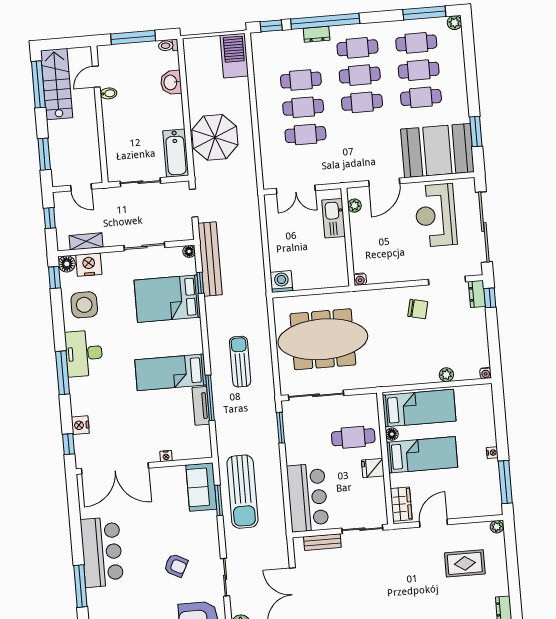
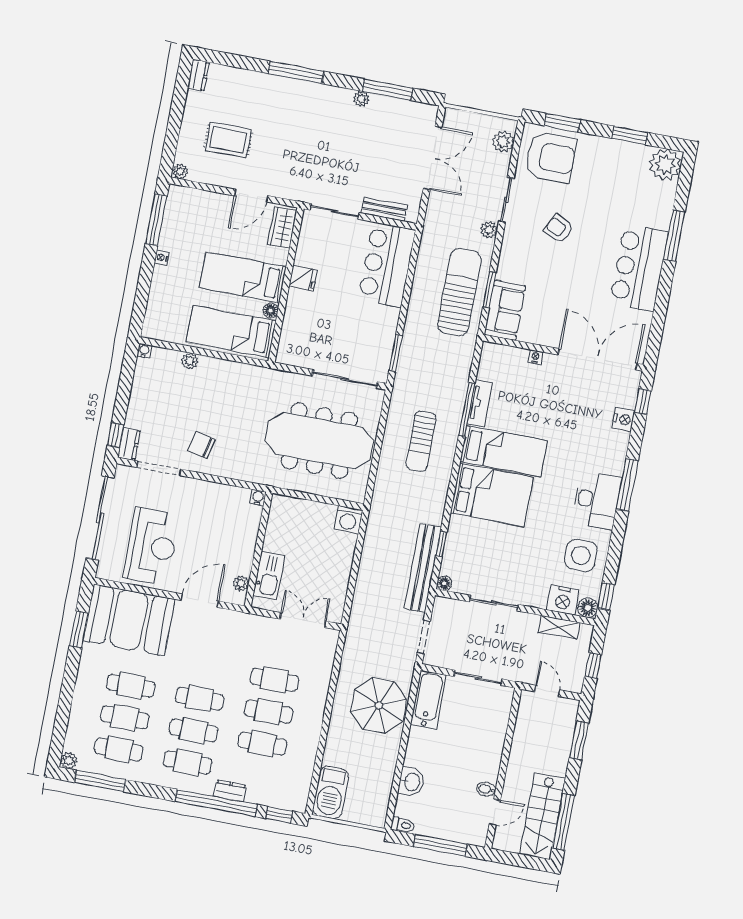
bed: (167, 299) -> (492, 495), moved
cafe table: (353, 437) -> (316, 319), removed
plant: (232, 549) -> (489, 230), added

